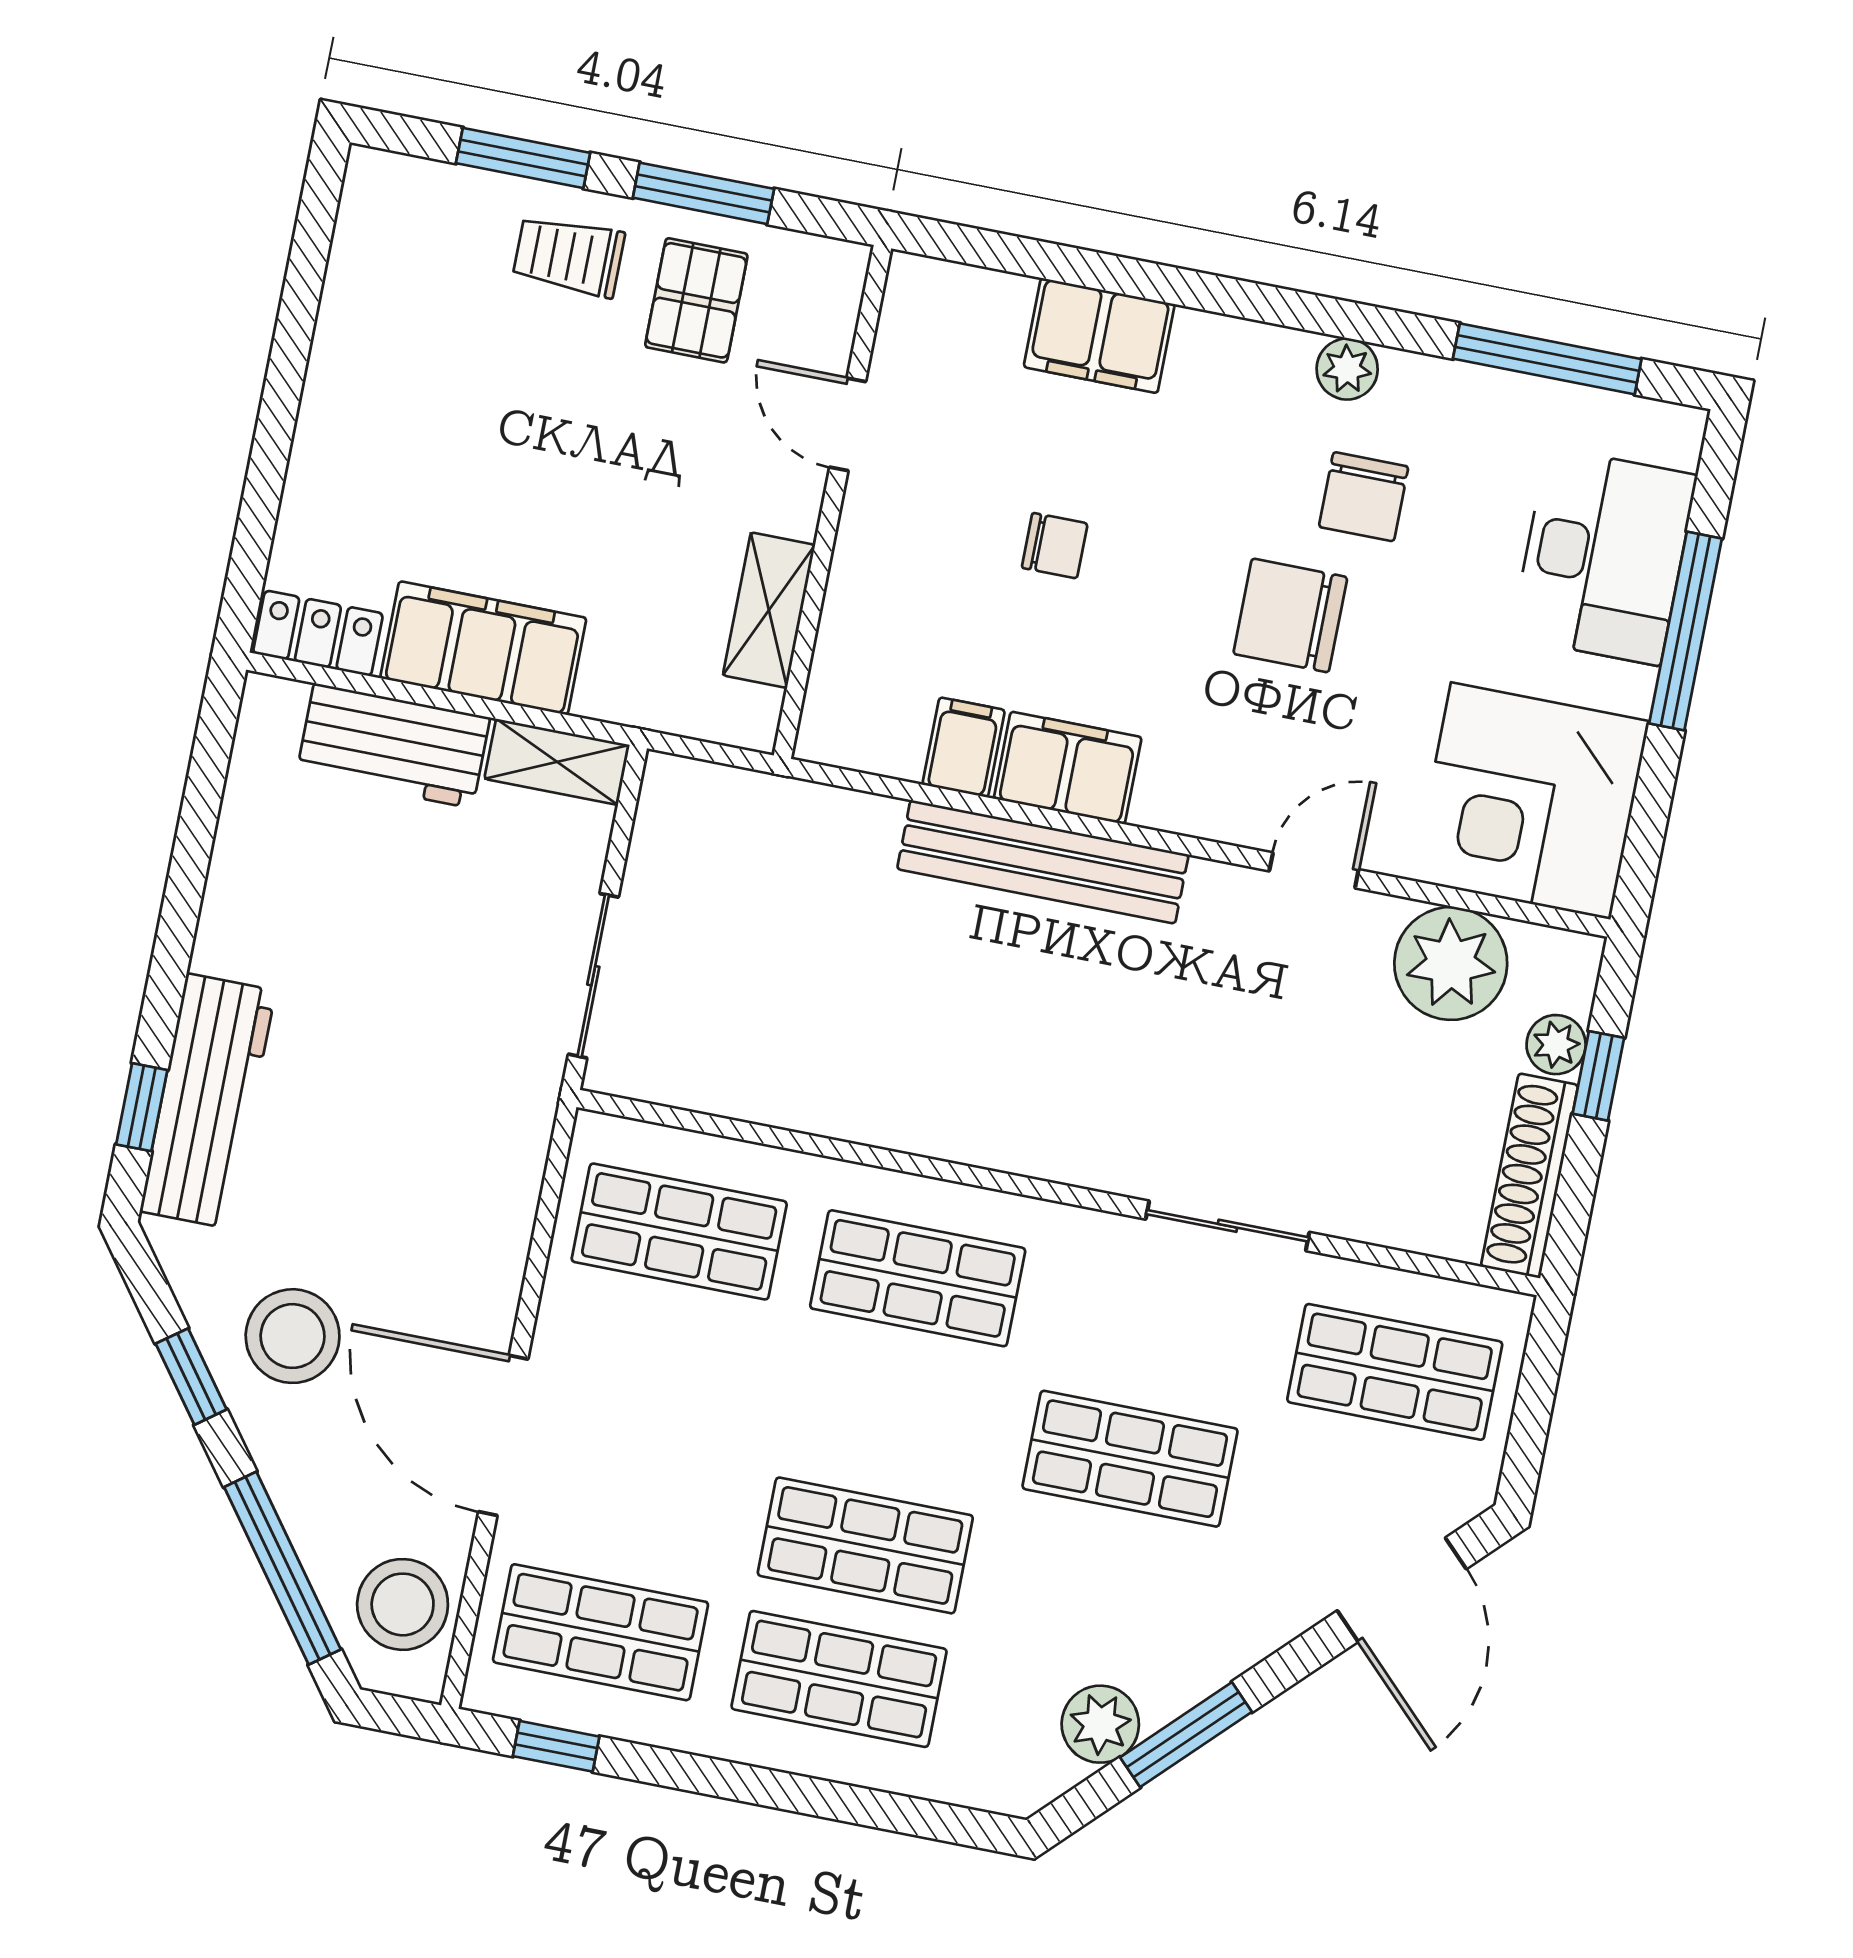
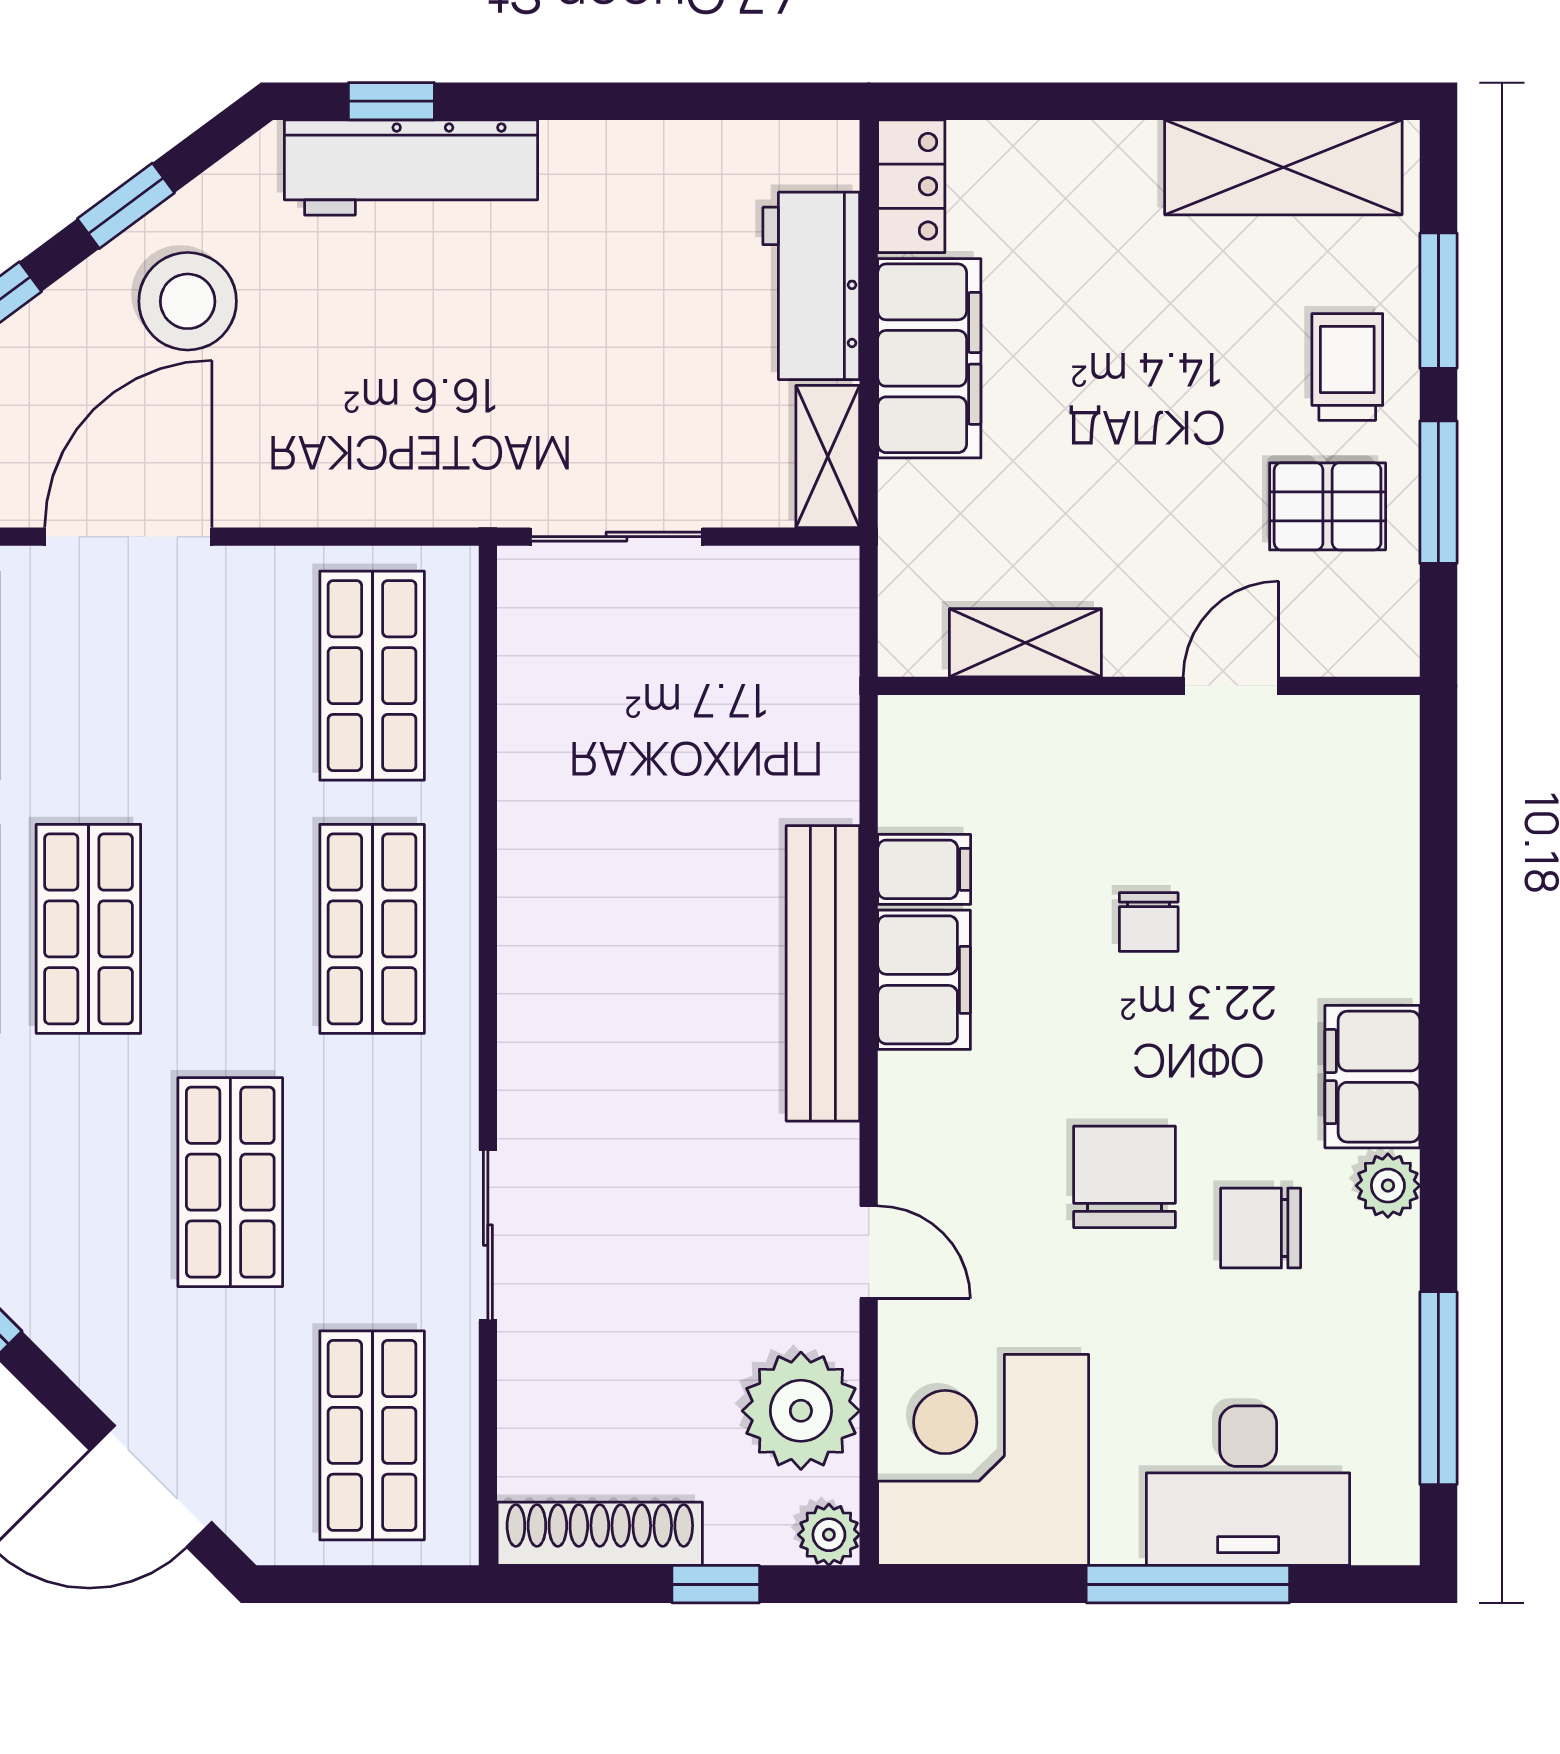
shelving: (369, 279) -> (1283, 167), added
filing cabinet: (1099, 336) -> (1372, 1077), moved
plant: (1556, 1045) -> (829, 1535), moved

